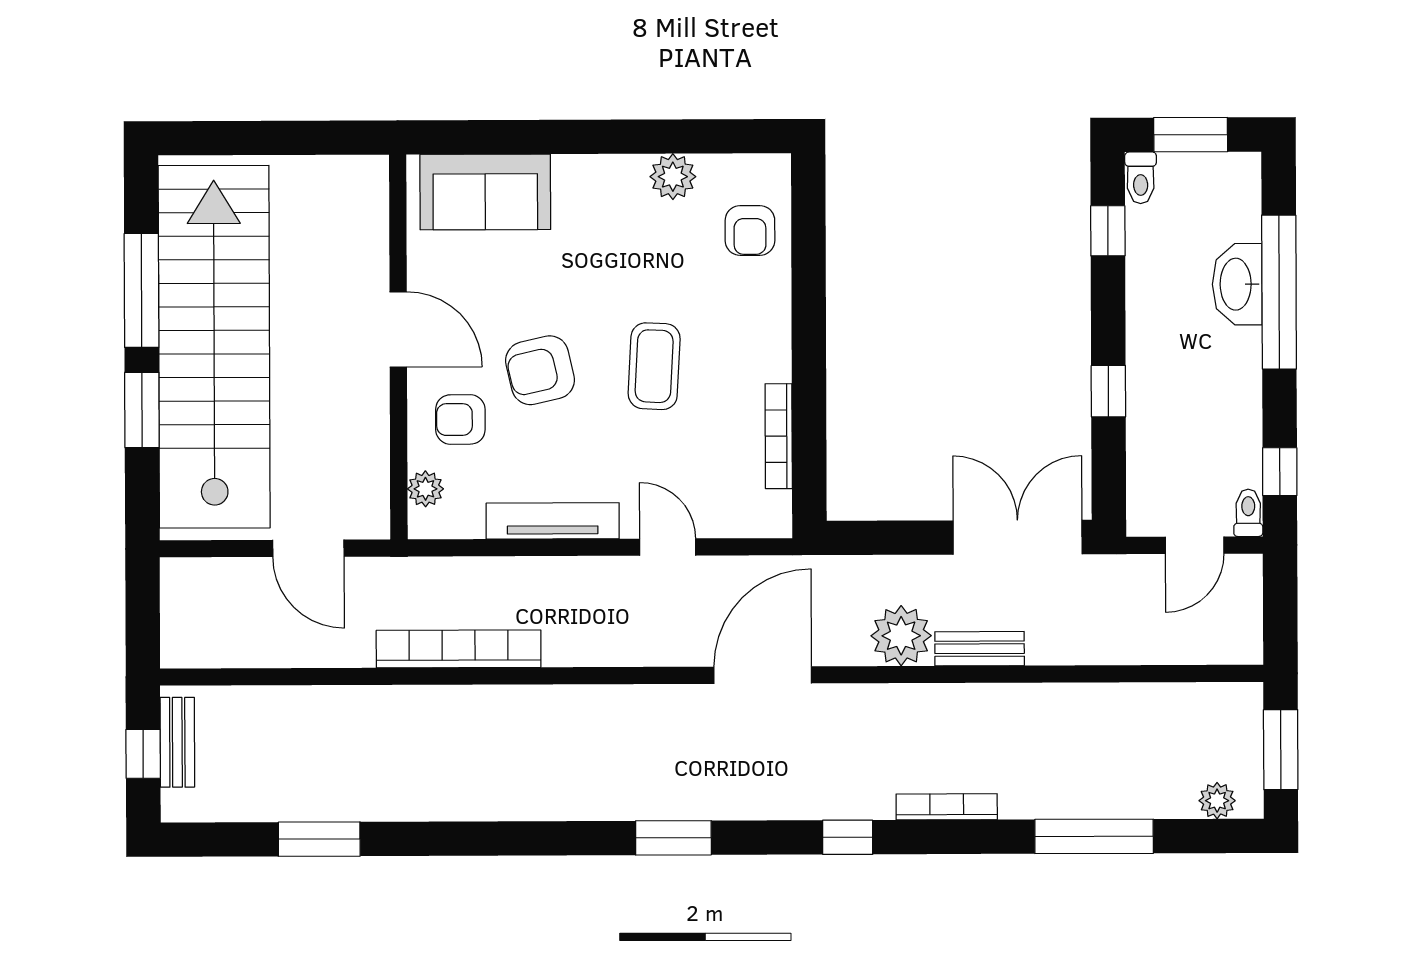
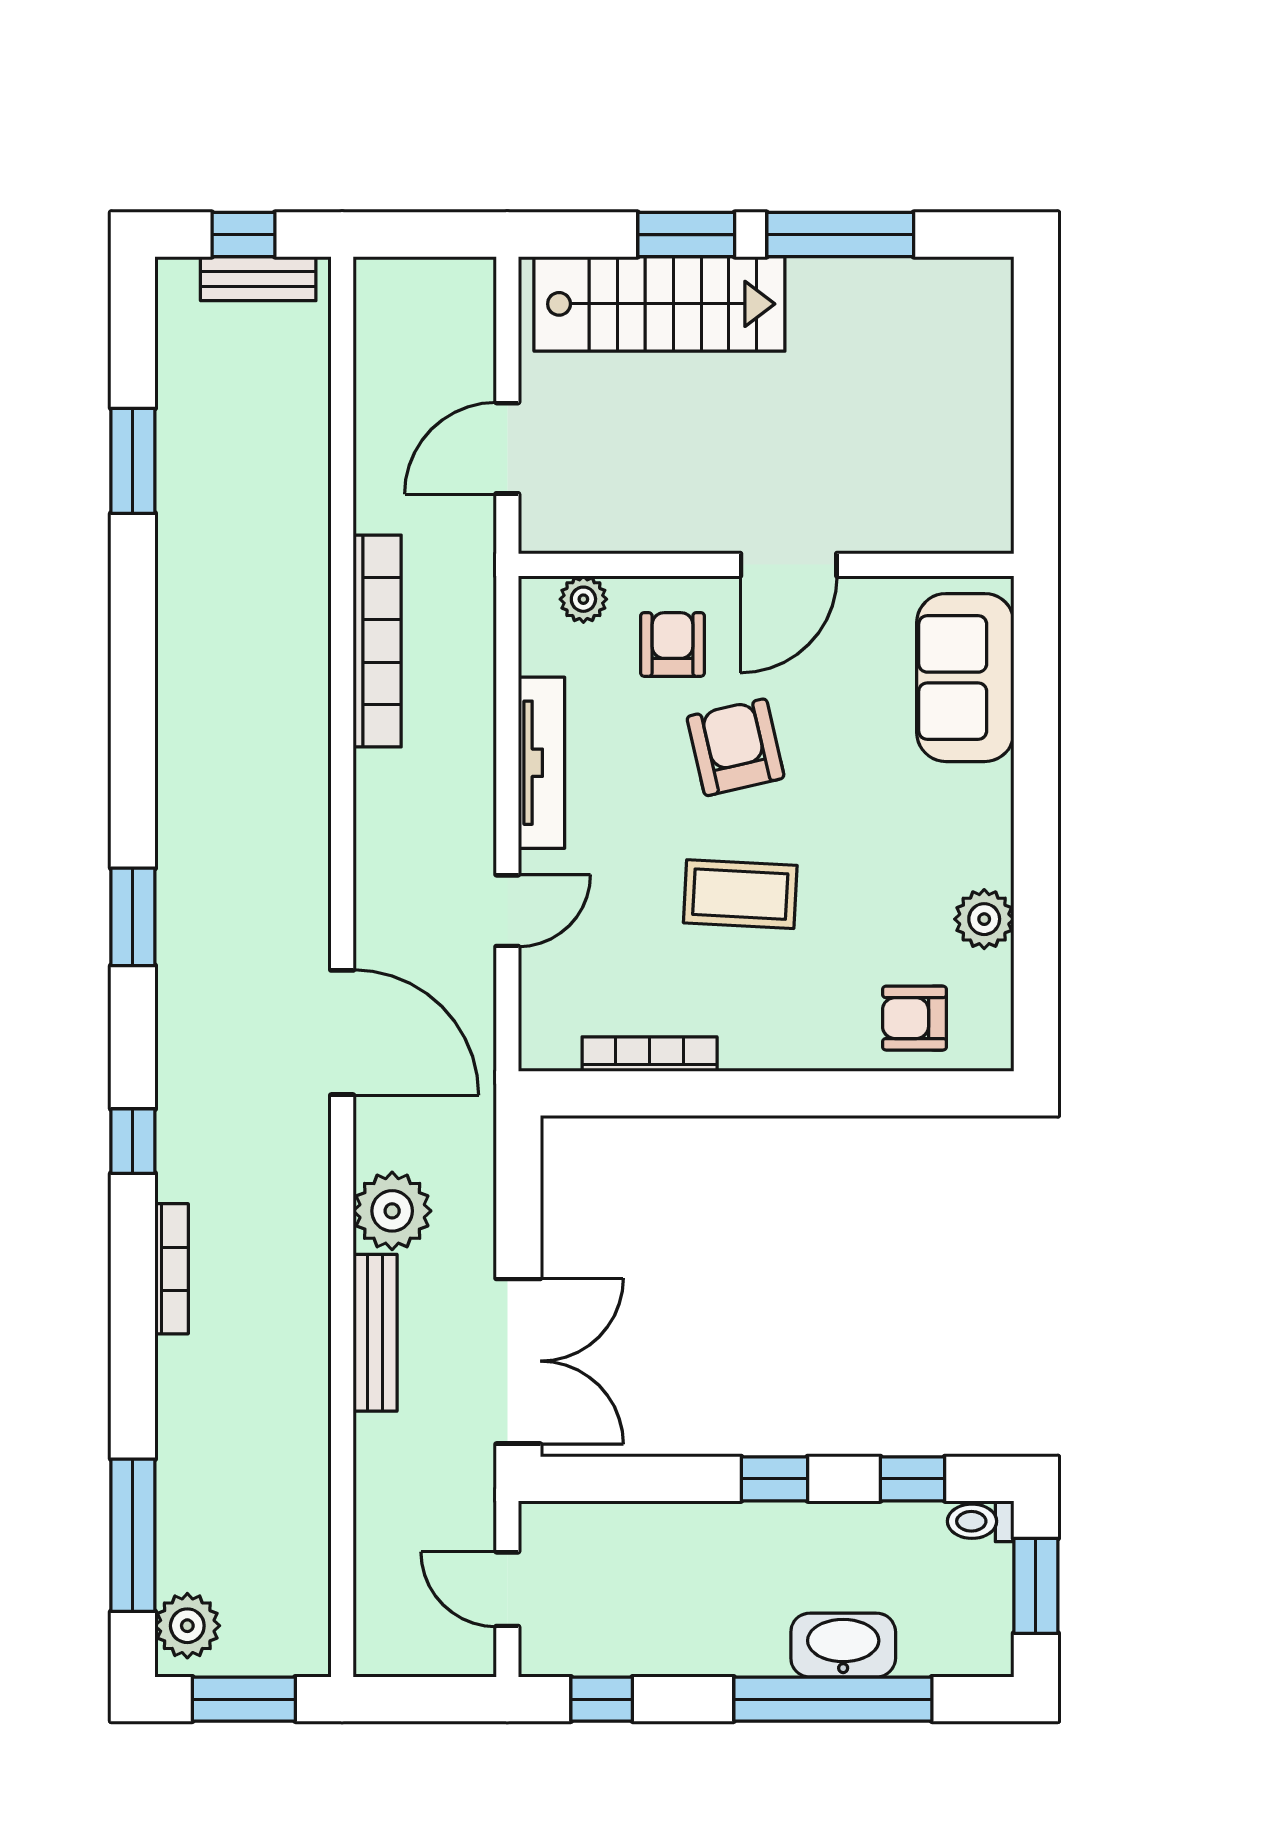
stairs: (214, 347) -> (659, 304), width x0.54, depth x0.66
window: (1108, 391) -> (774, 1479), moved
toilet: (1248, 513) -> (549, 1658), removed
bench: (980, 649) -> (375, 1333), width x1.36
plant: (1217, 801) -> (187, 1626), width x1.38, depth x1.38
window: (1094, 836) -> (133, 1535), moved

